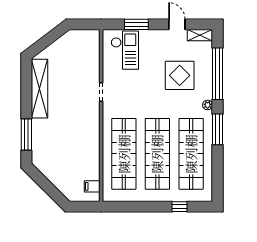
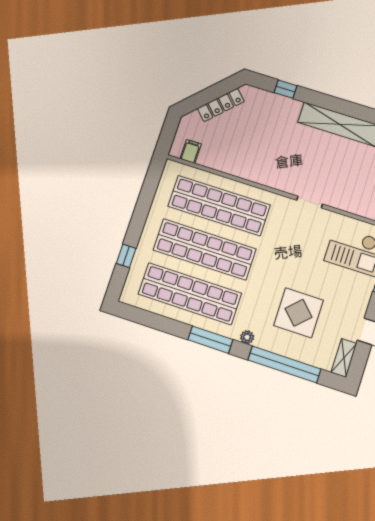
window: (26, 134) -> (285, 89), width x0.46
locker: (52, 176) -> (221, 105), added

